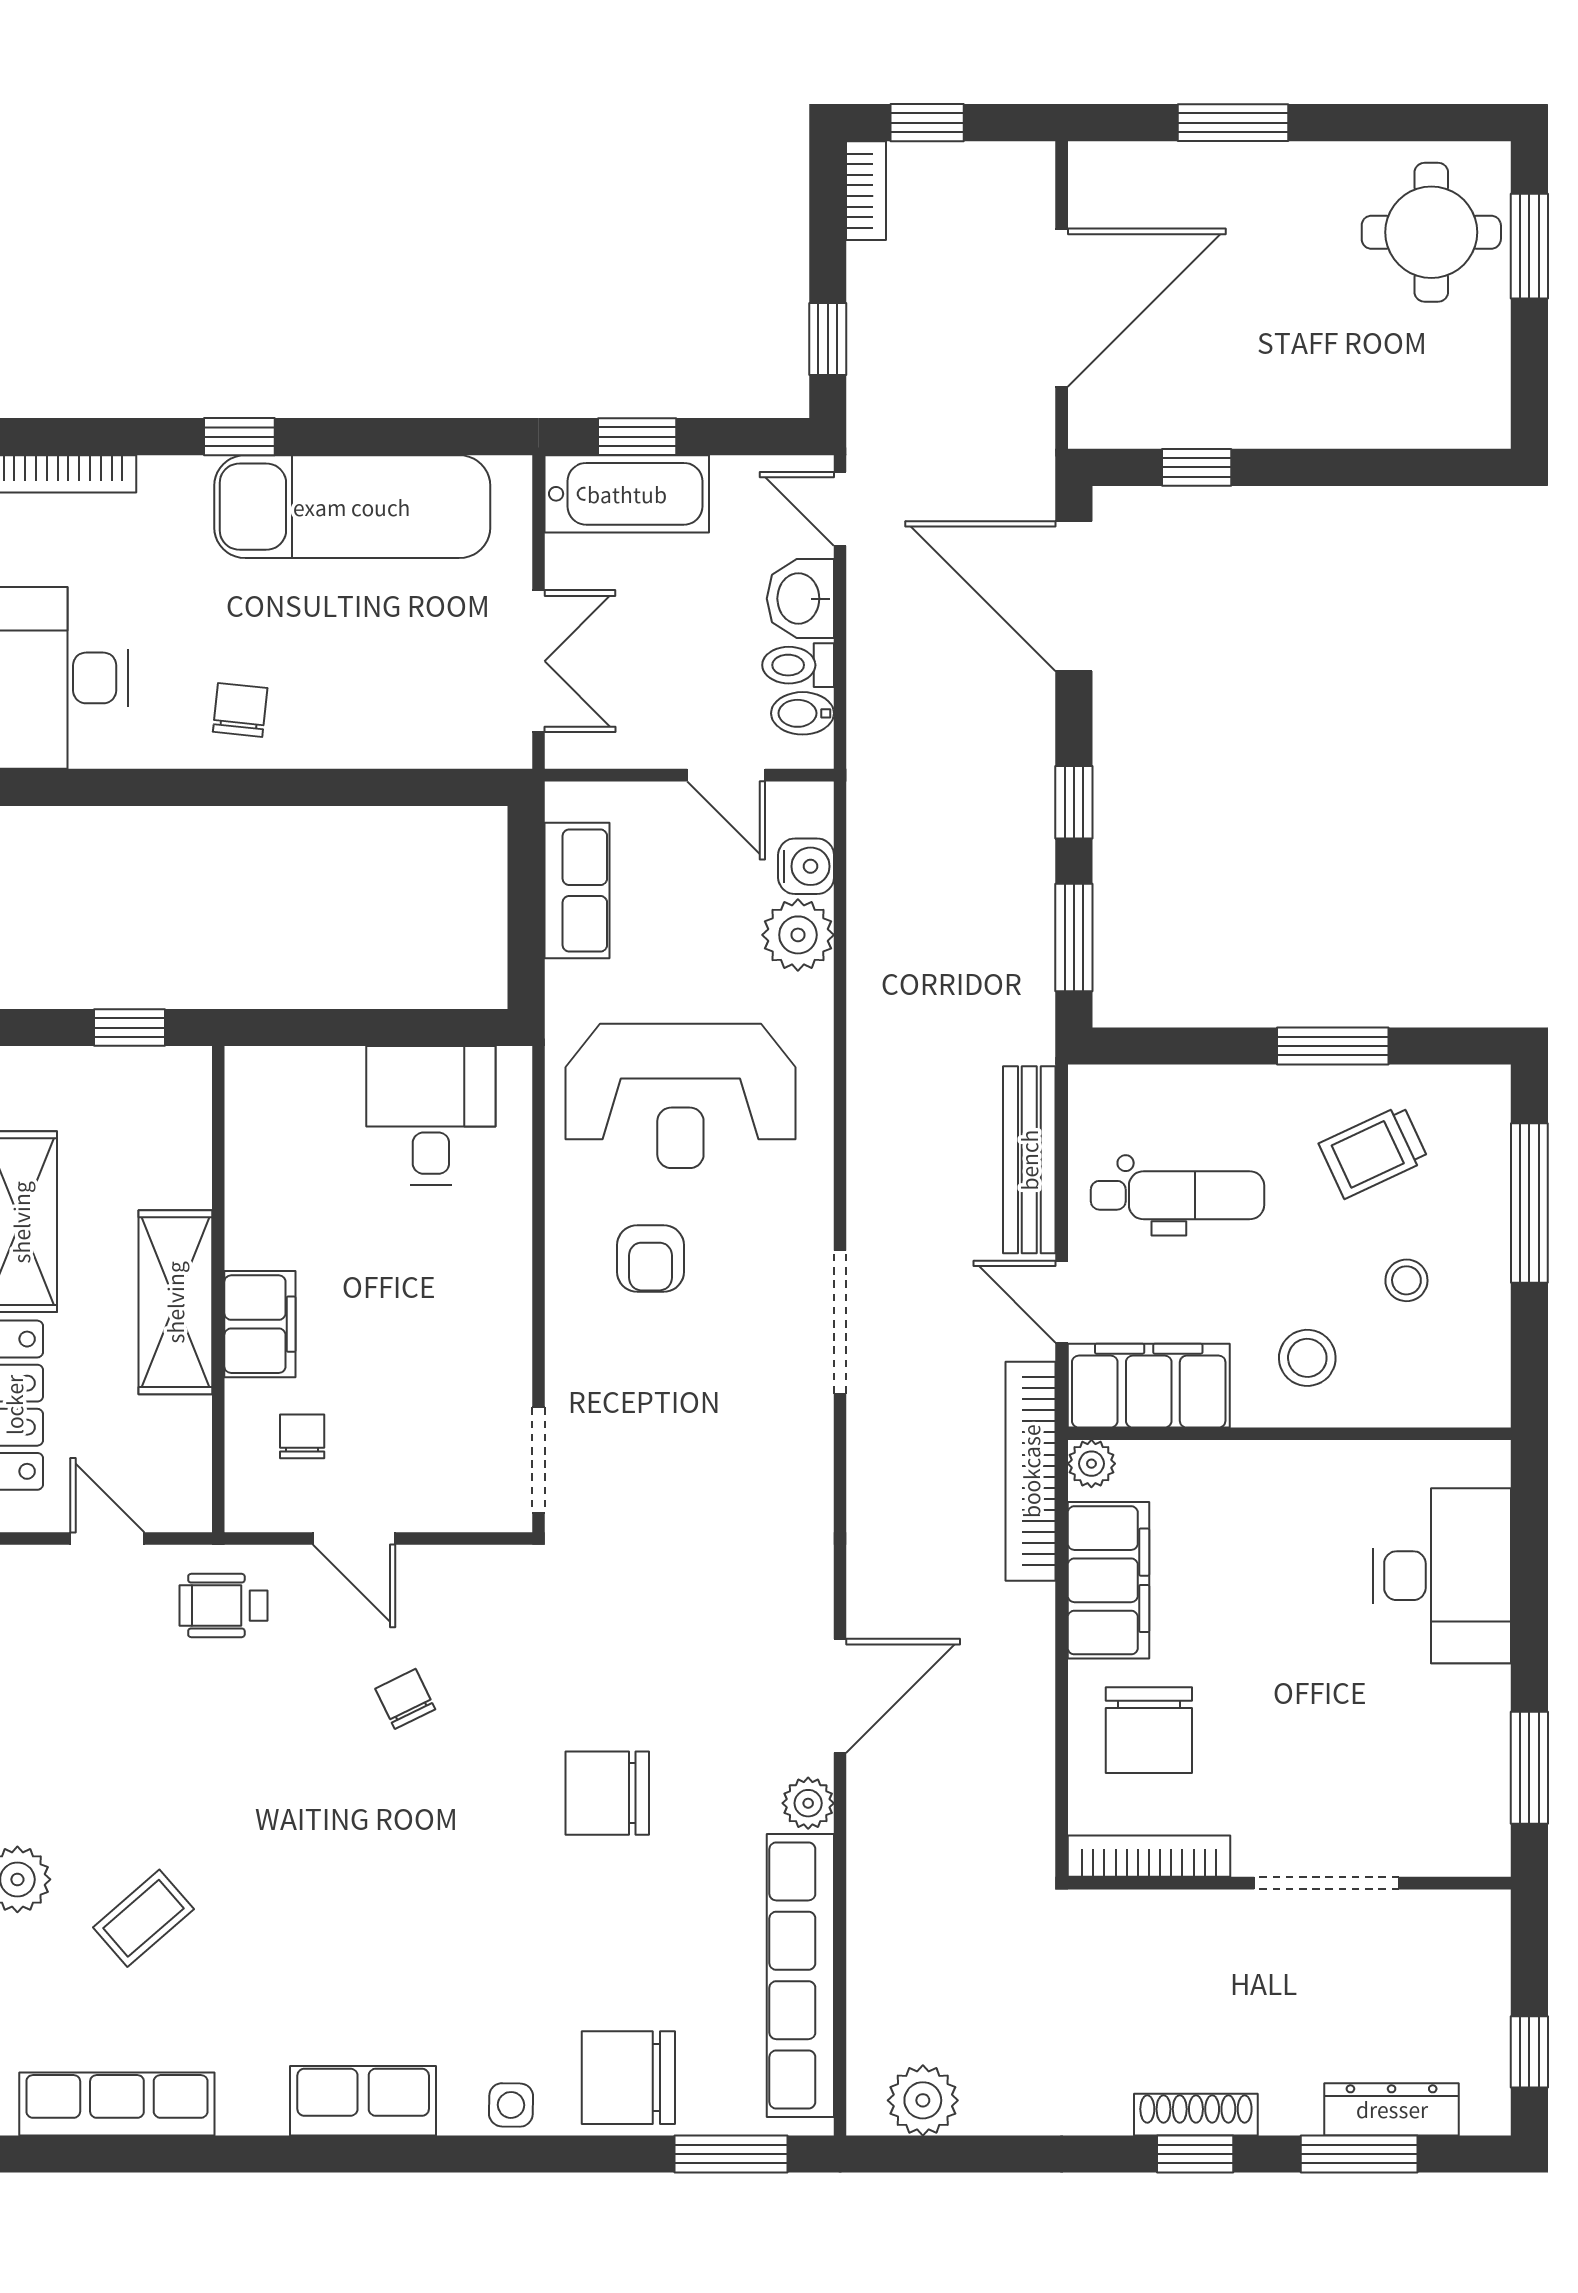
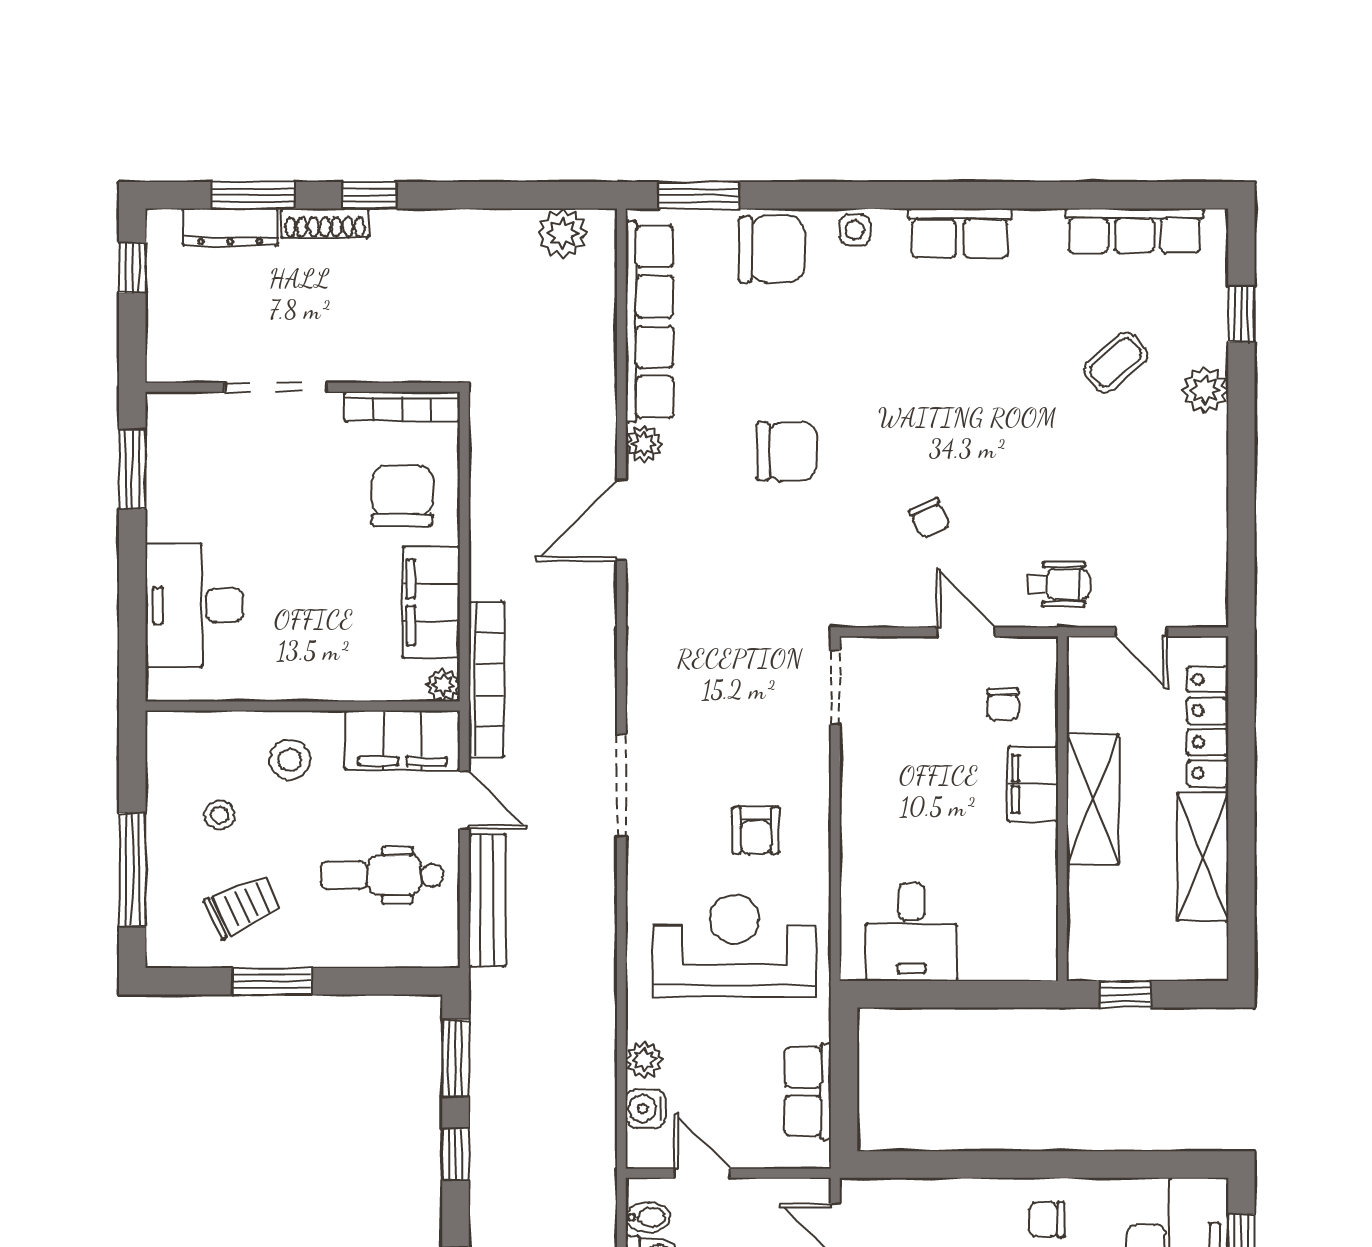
chair: (240, 710) -> (1047, 1220), turned 84
plant: (798, 935) -> (644, 1060), width x0.73, depth x0.73
armchair: (650, 1259) -> (756, 830), turned 180
shoe rack: (1196, 2115) -> (325, 223), moved

